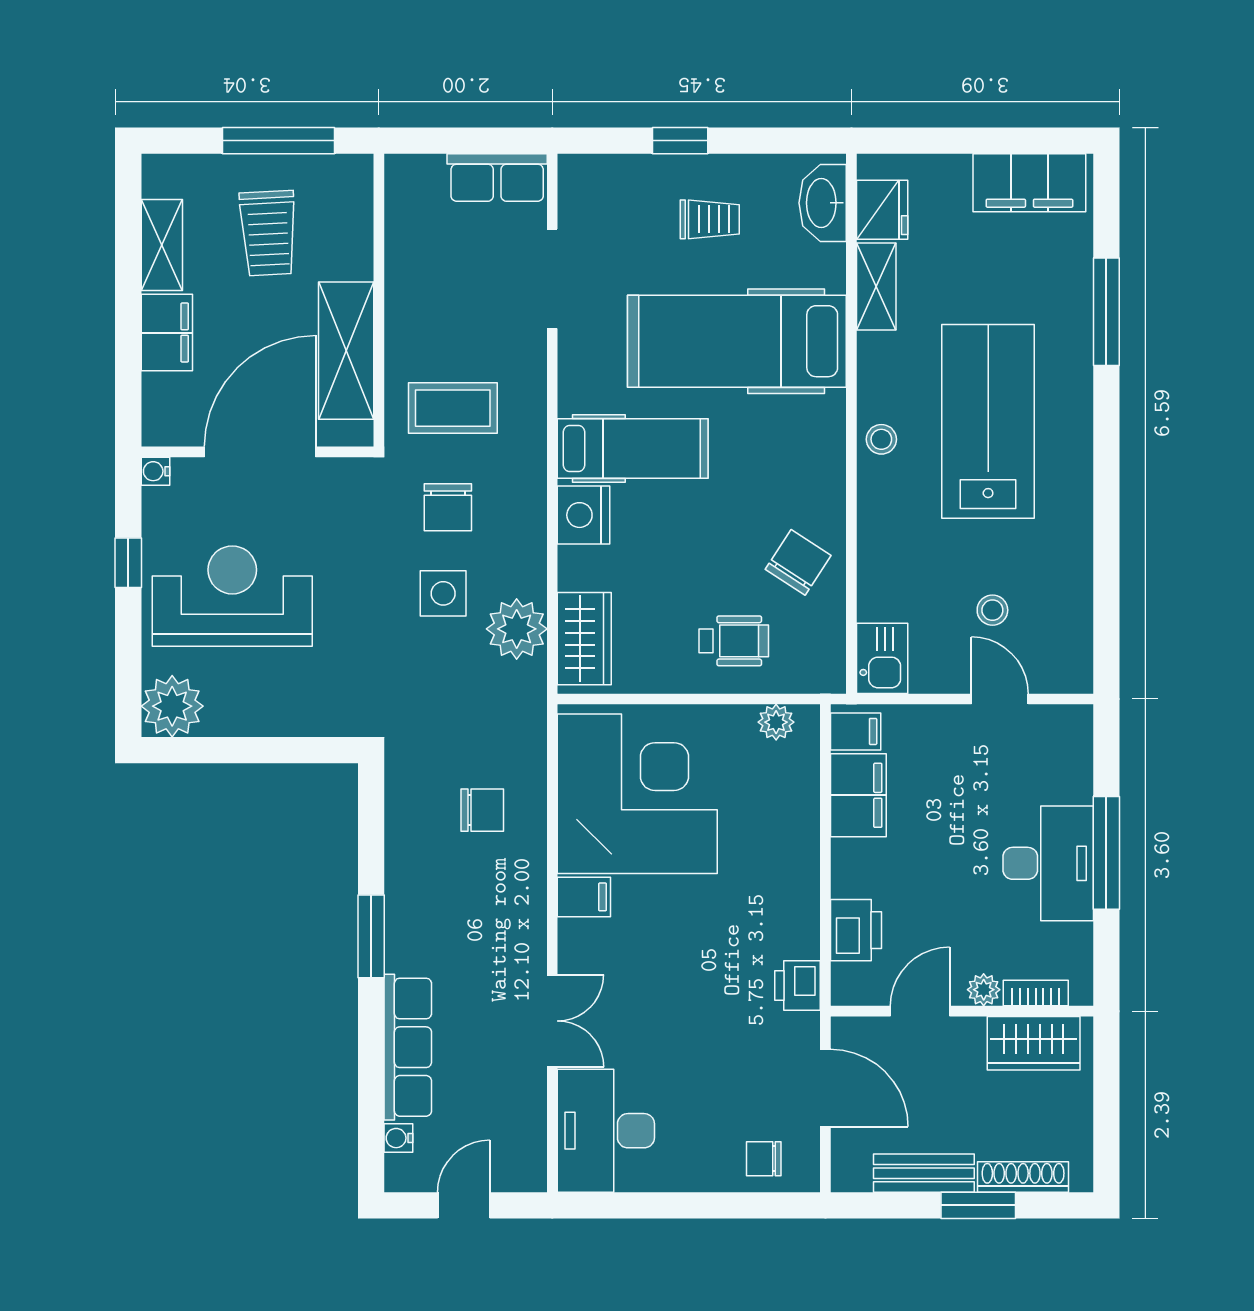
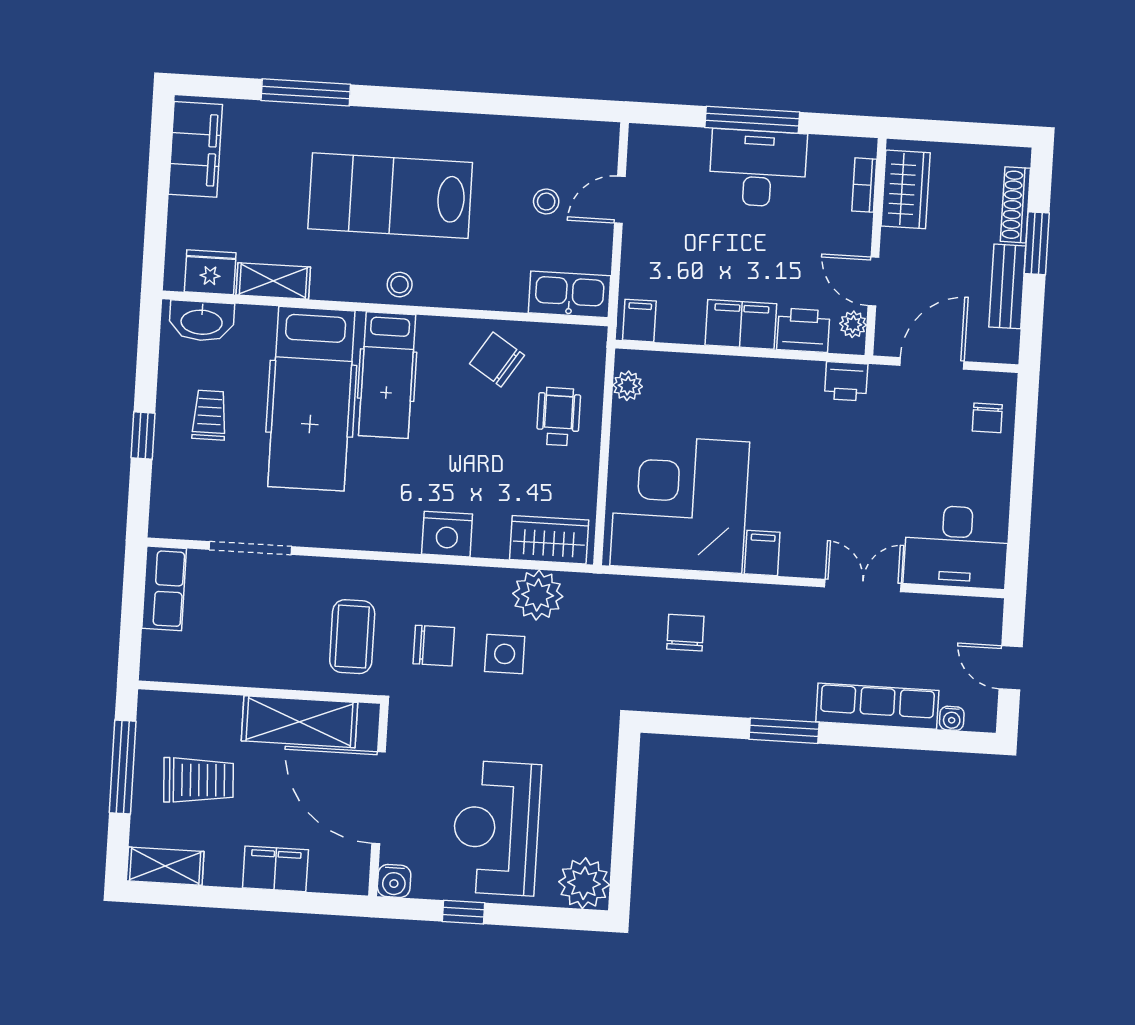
shelving: (162, 245) -> (165, 866), moved
hospital bed: (633, 449) -> (387, 375), moved, turned 180
water cooler: (155, 471) -> (394, 881), width x1.38, depth x1.38
kitchen sink: (882, 658) -> (570, 294), width x1.38
filing cabinet: (858, 795) -> (741, 324), moved
plant: (984, 990) -> (853, 324), moved

